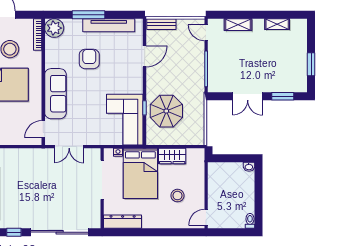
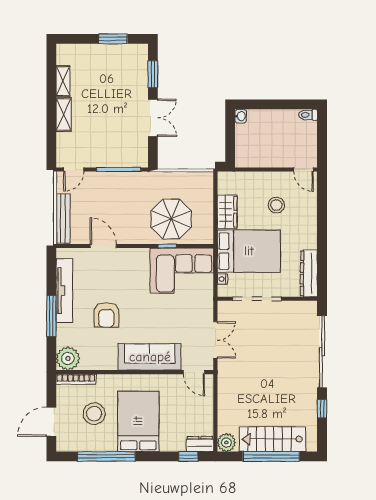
bench: (161, 24) -> (63, 218), width x1.36
shelving: (238, 25) -> (64, 114), moved
armchair: (89, 59) -> (106, 315), turned -90

